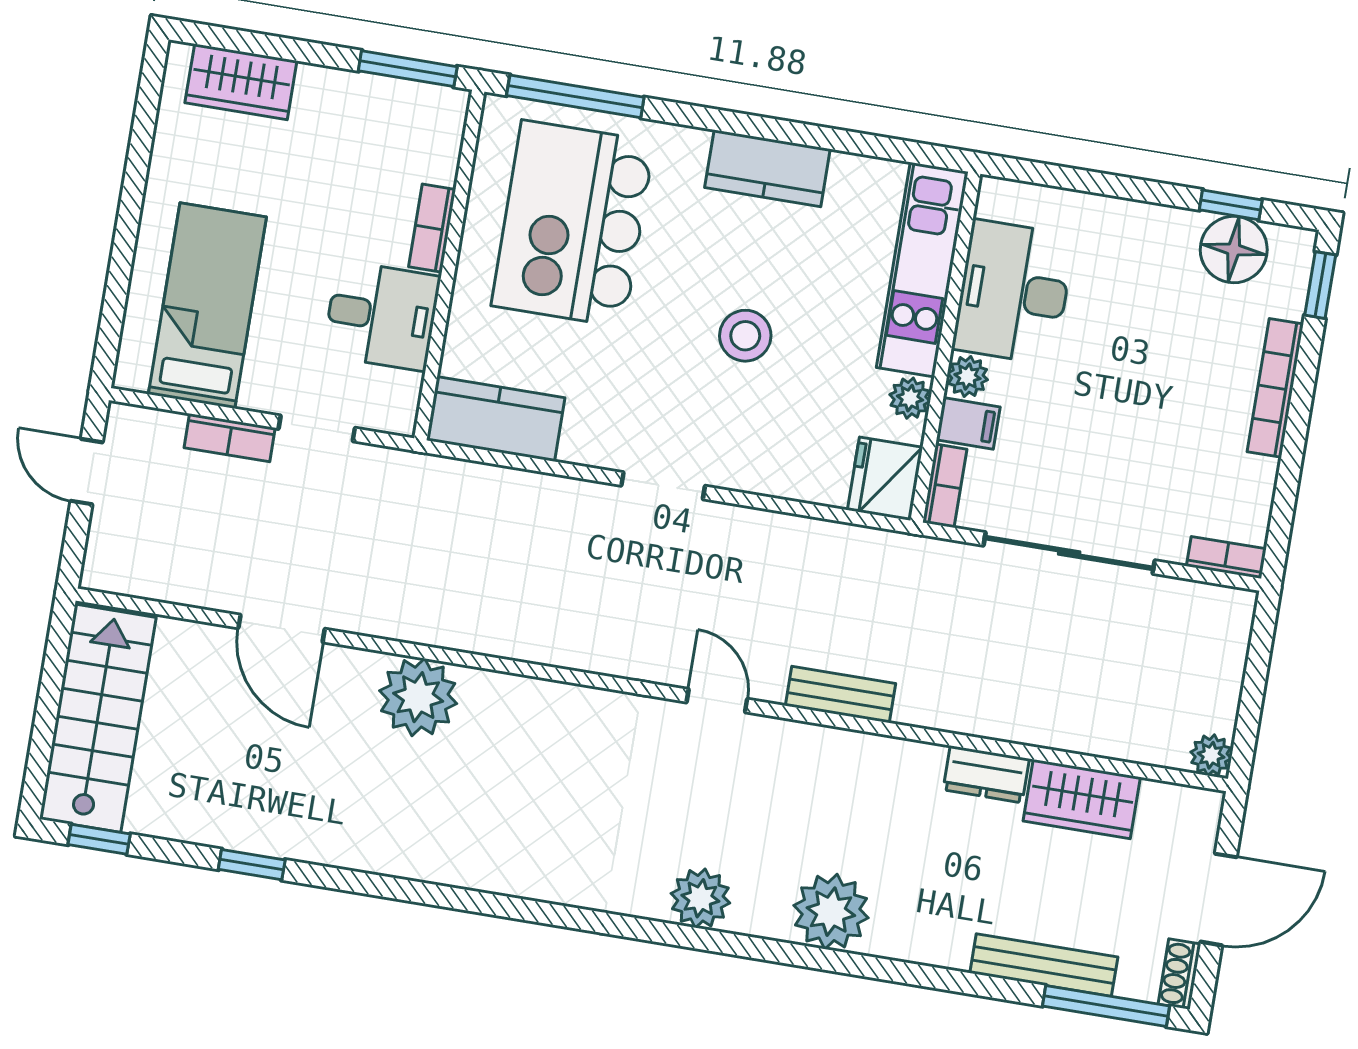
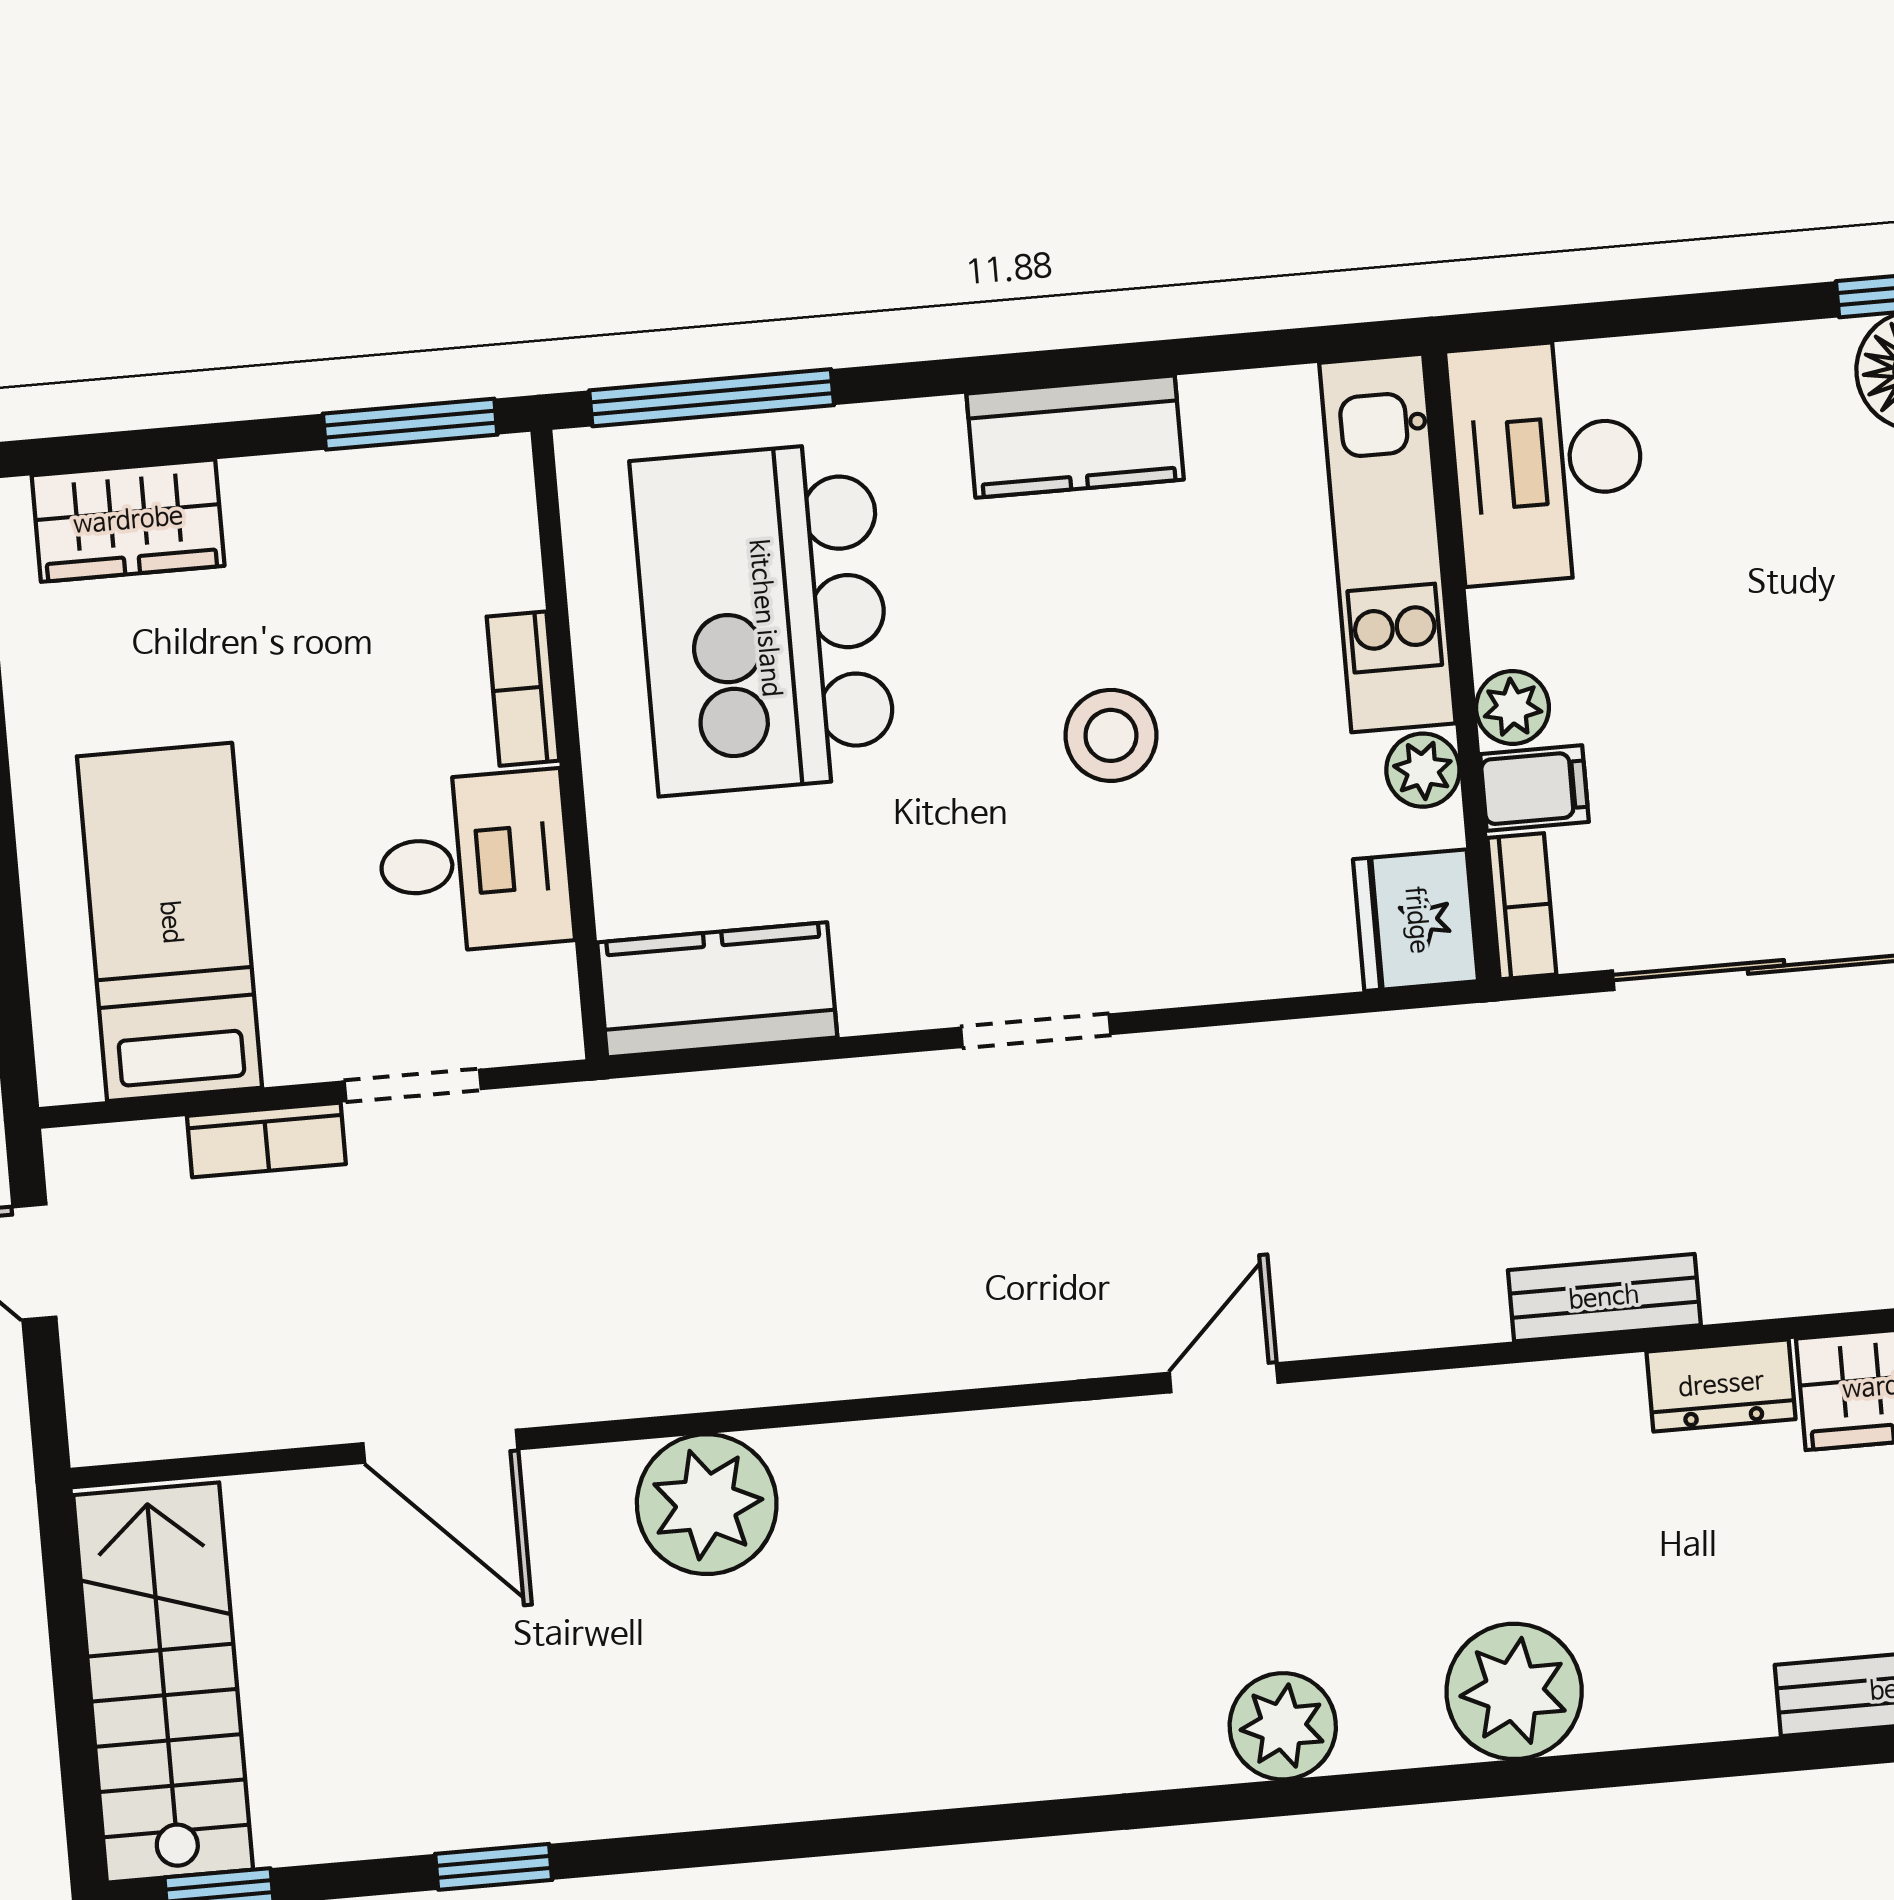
desk: (1013, 292) -> (1548, 461), moved
bench: (841, 695) -> (1604, 1298), moved
door: (717, 701) -> (1224, 1378), hinge flipped

